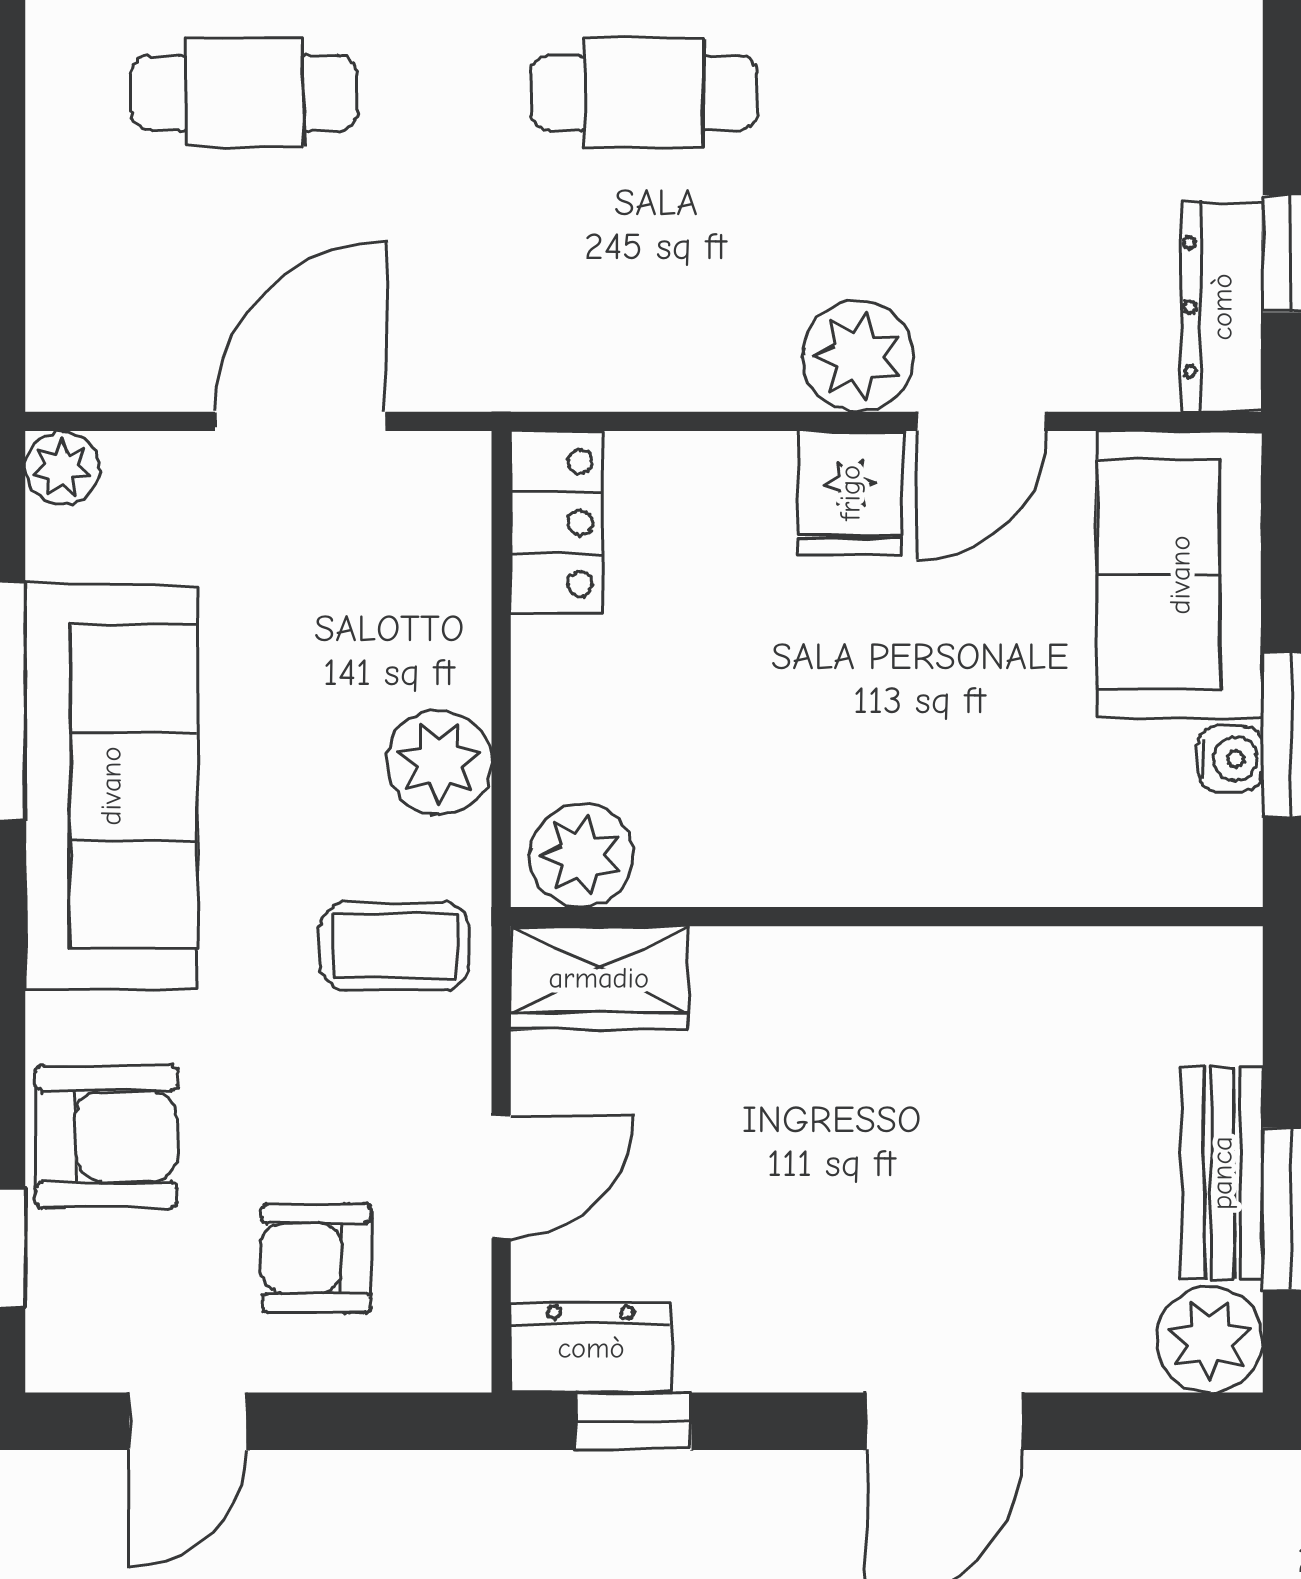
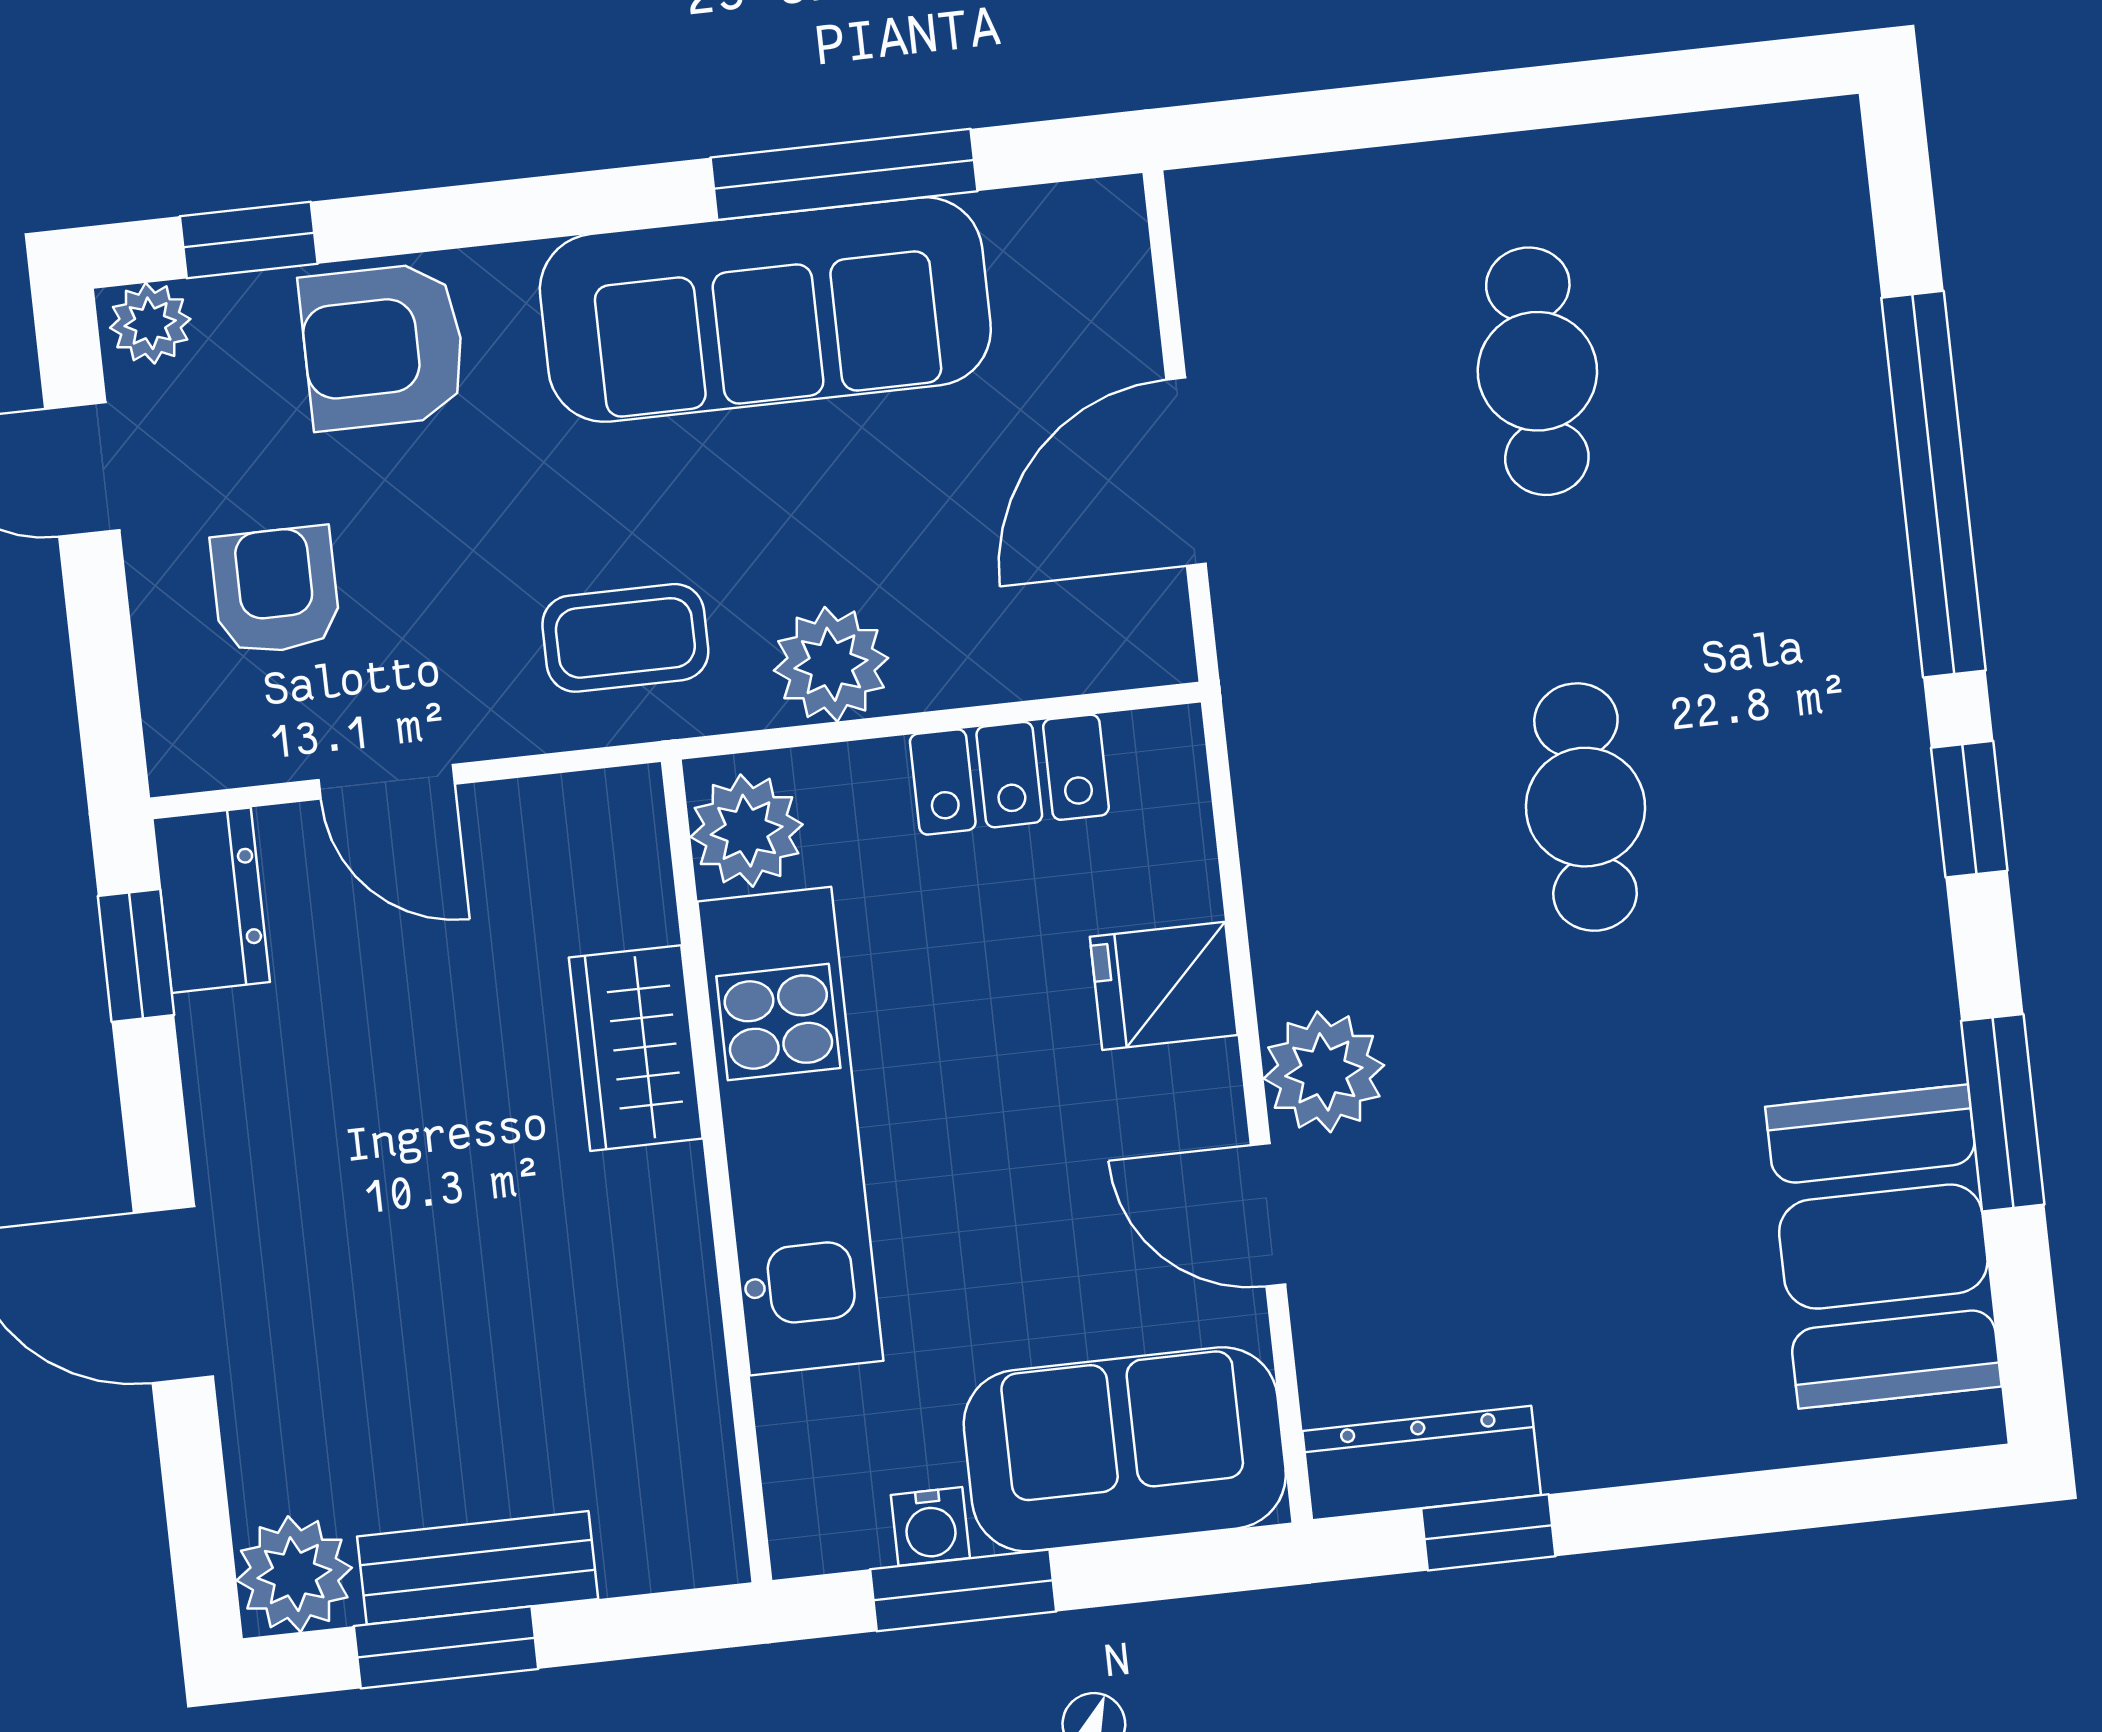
door: (300, 421) -> (1186, 472), swing flipped
plant: (62, 468) -> (150, 323), moved
fridge: (850, 493) -> (1164, 986), moved
locker: (557, 523) -> (1009, 775), moved
kitchen unit: (858, 846) -> (790, 1131), added
coffee table: (395, 946) -> (625, 638), turned 90
wardrobe: (599, 978) -> (636, 1048), moved
armchair: (106, 1136) -> (383, 346), turned 90

